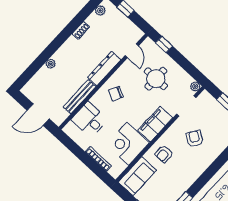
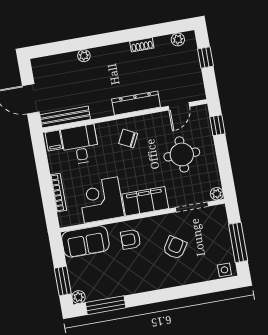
bench: (80, 97) -> (65, 117), moved
filing cabinet: (71, 129) -> (54, 140), added

